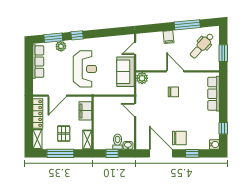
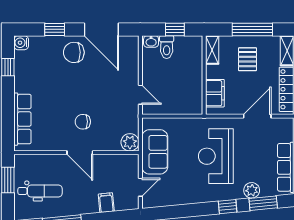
filing cabinet: (168, 37) -> (106, 203), moved
dental chair: (202, 46) -> (40, 191), turned 48

